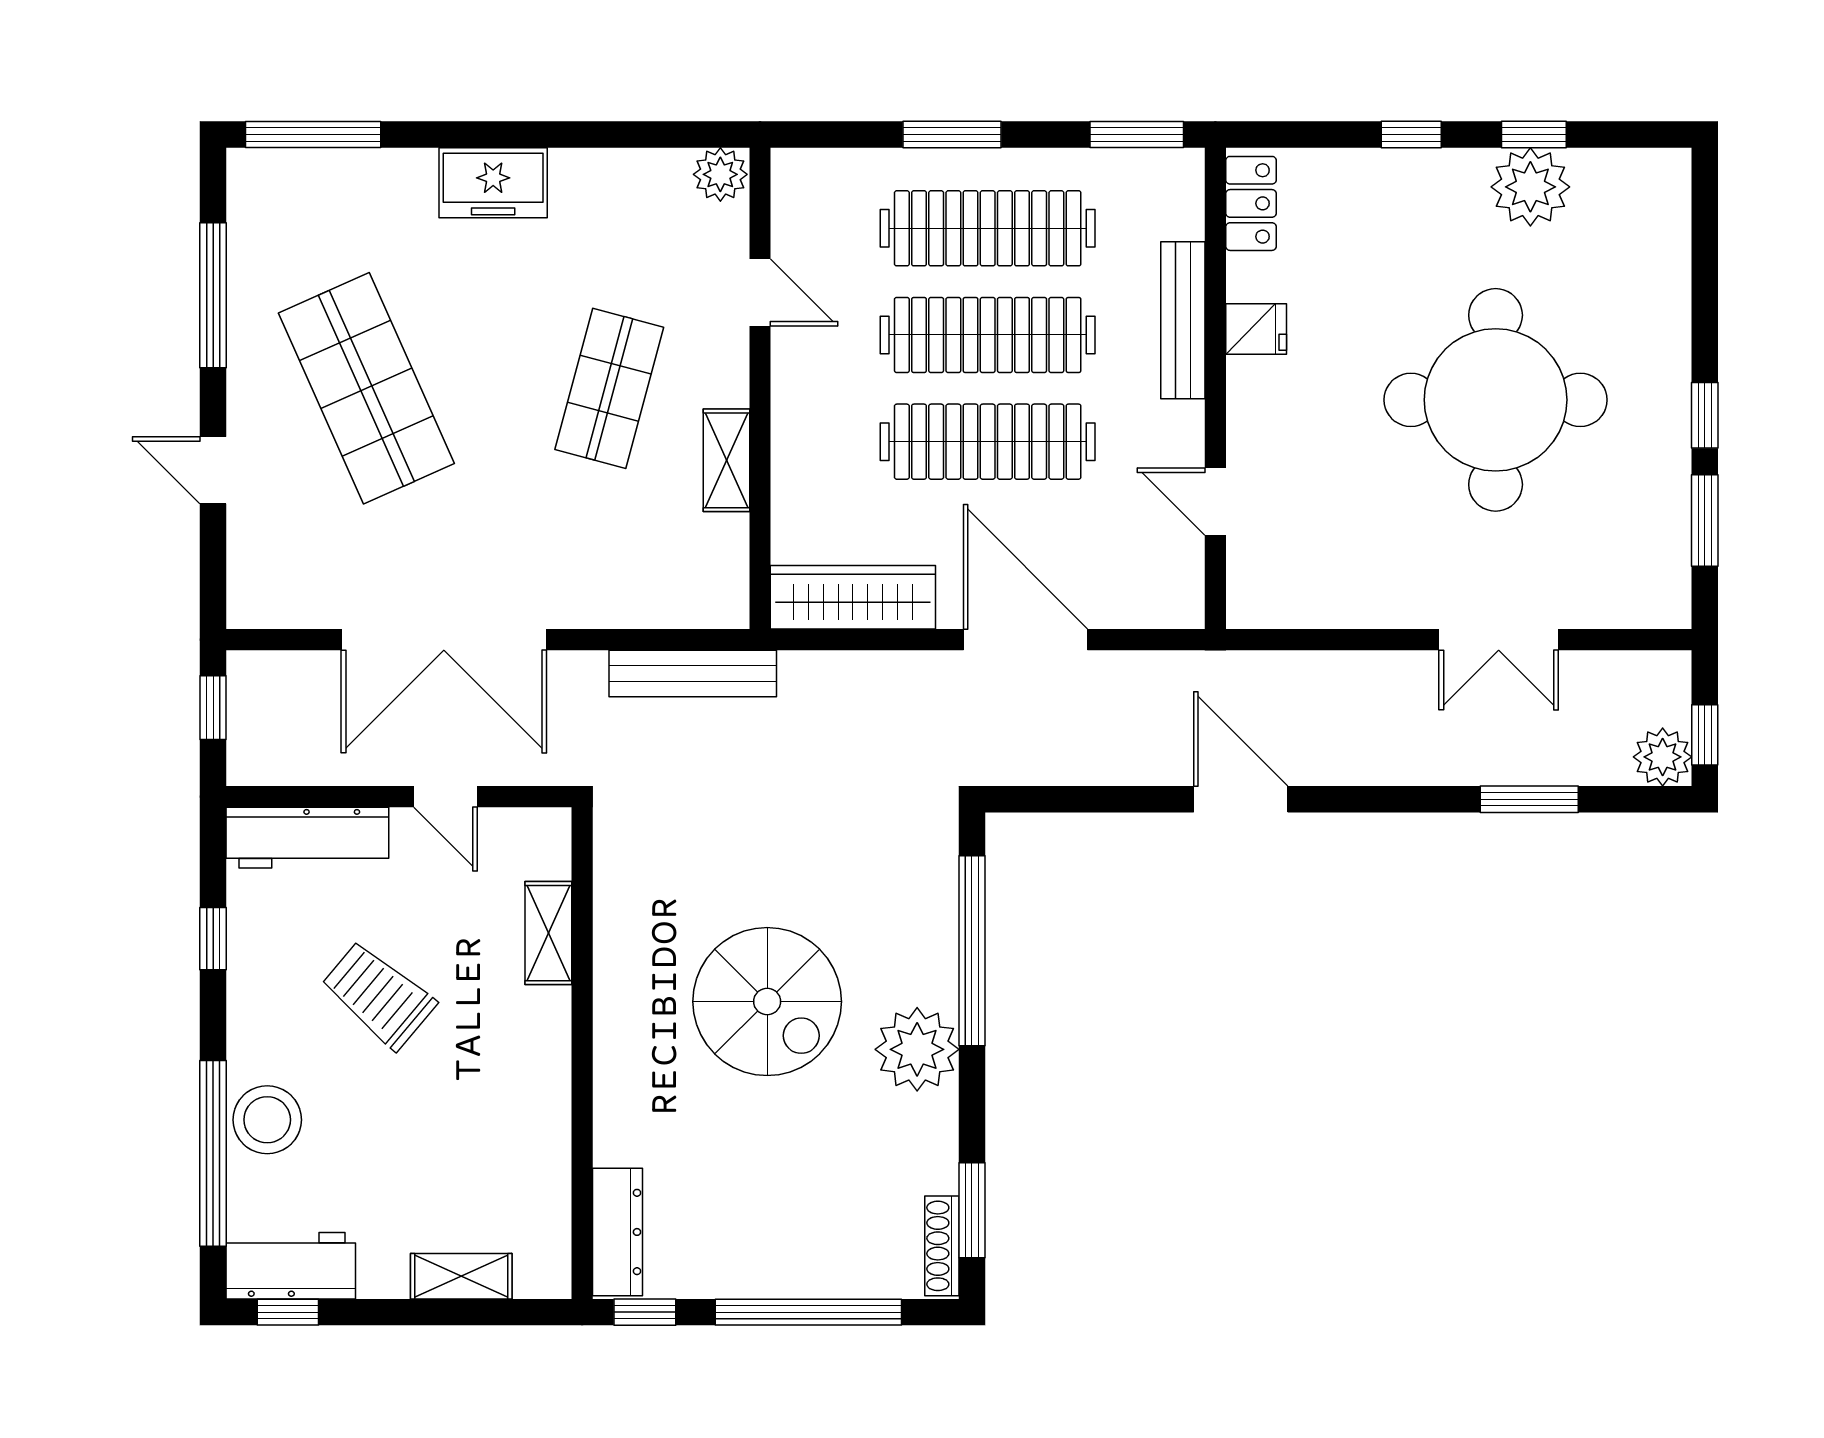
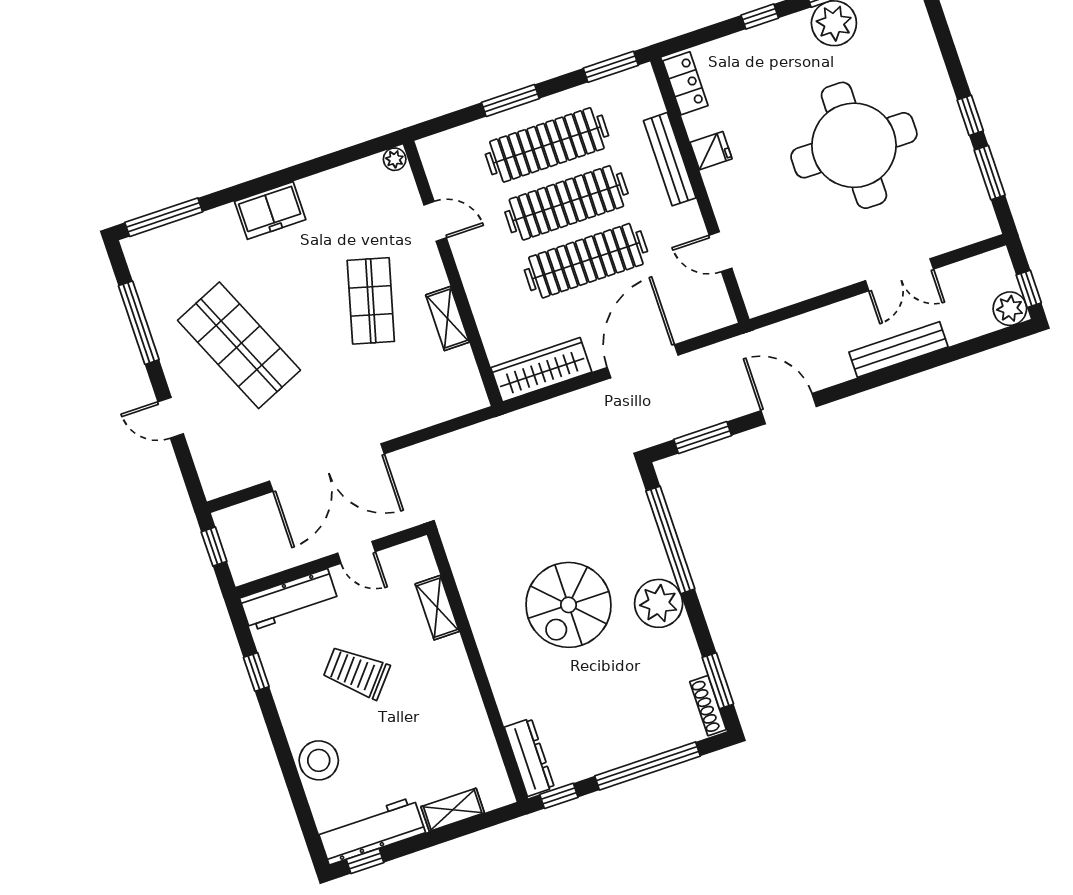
plant: (720, 174) -> (395, 159), width x0.73, depth x0.73
door: (1025, 640) -> (643, 361), hinge flipped
bench: (693, 673) -> (899, 349), moved
window: (1529, 799) -> (703, 438), moved
spiral stairs: (767, 1002) -> (569, 605), turned 90
window: (213, 1153) -> (295, 788), removed
workbench: (291, 1266) -> (371, 831), width x1.38

